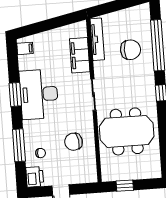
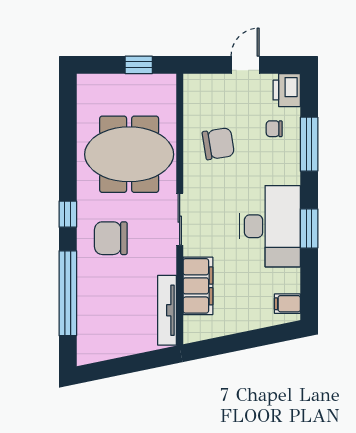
chair: (131, 50) -> (111, 238), moved

